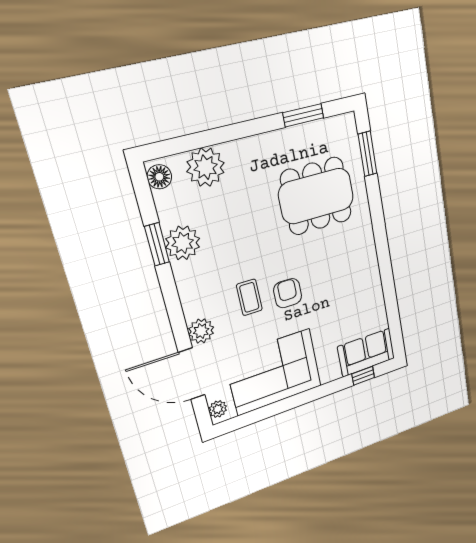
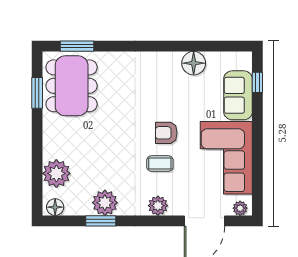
dining table: (316, 196) -> (72, 86), moved
floor lamp: (371, 299) -> (194, 63), added
plant: (201, 331) -> (158, 206), moved
sofa: (366, 353) -> (238, 95), moved

